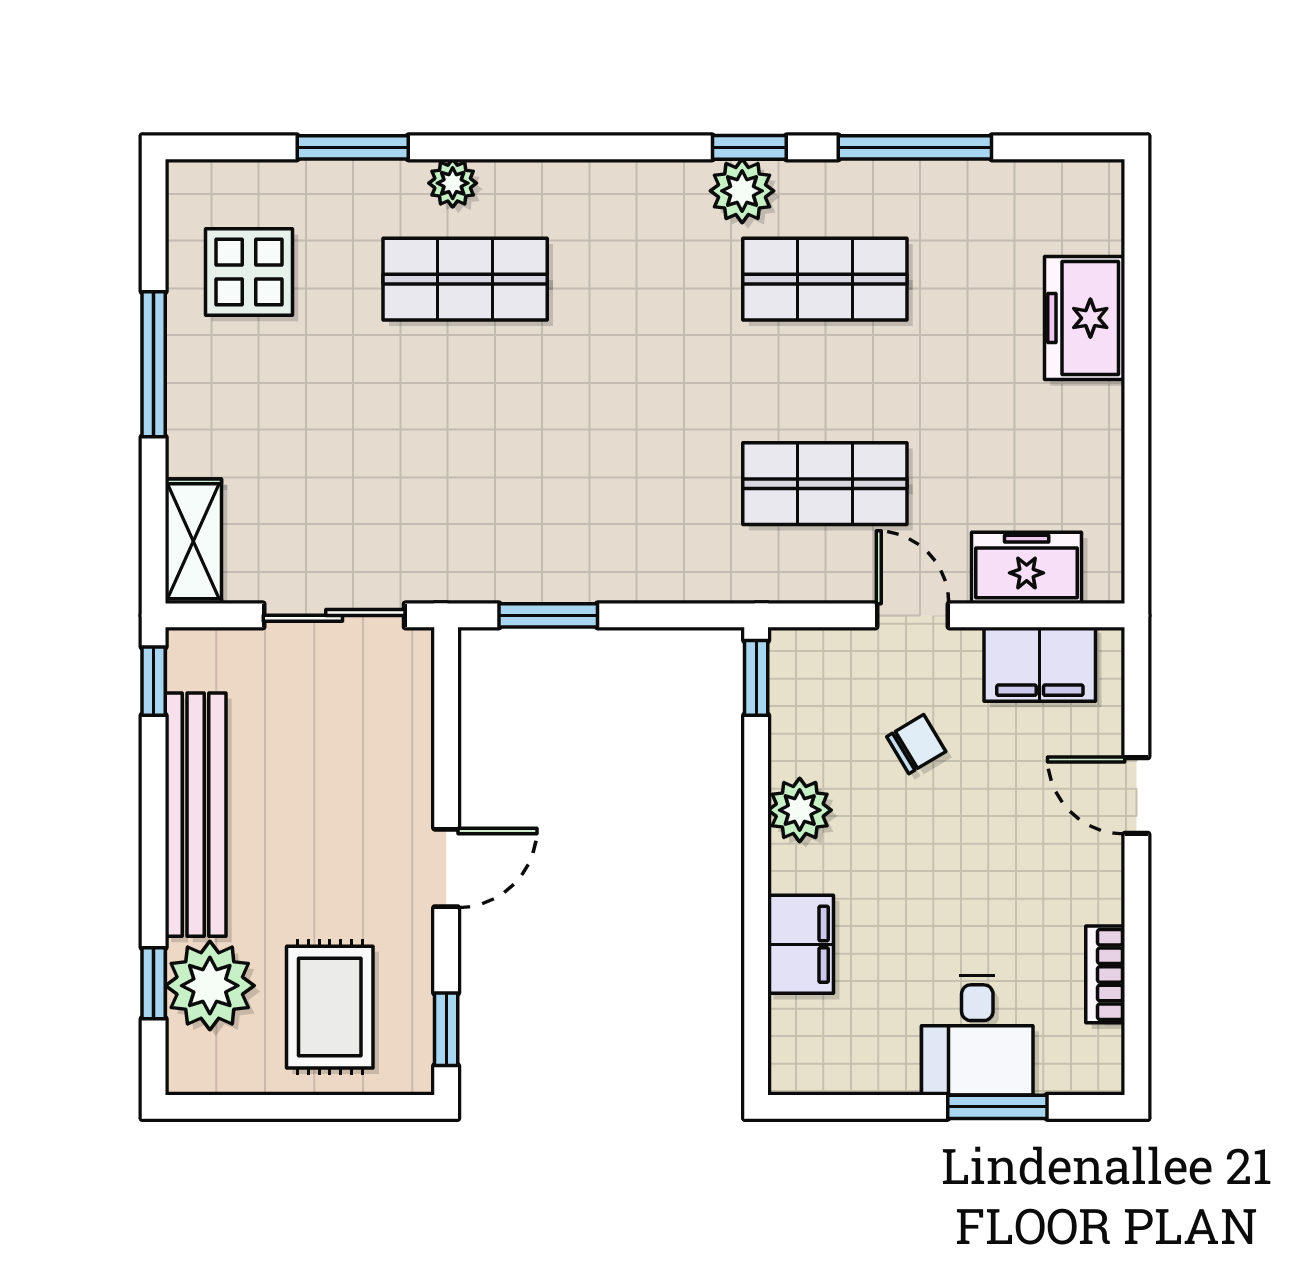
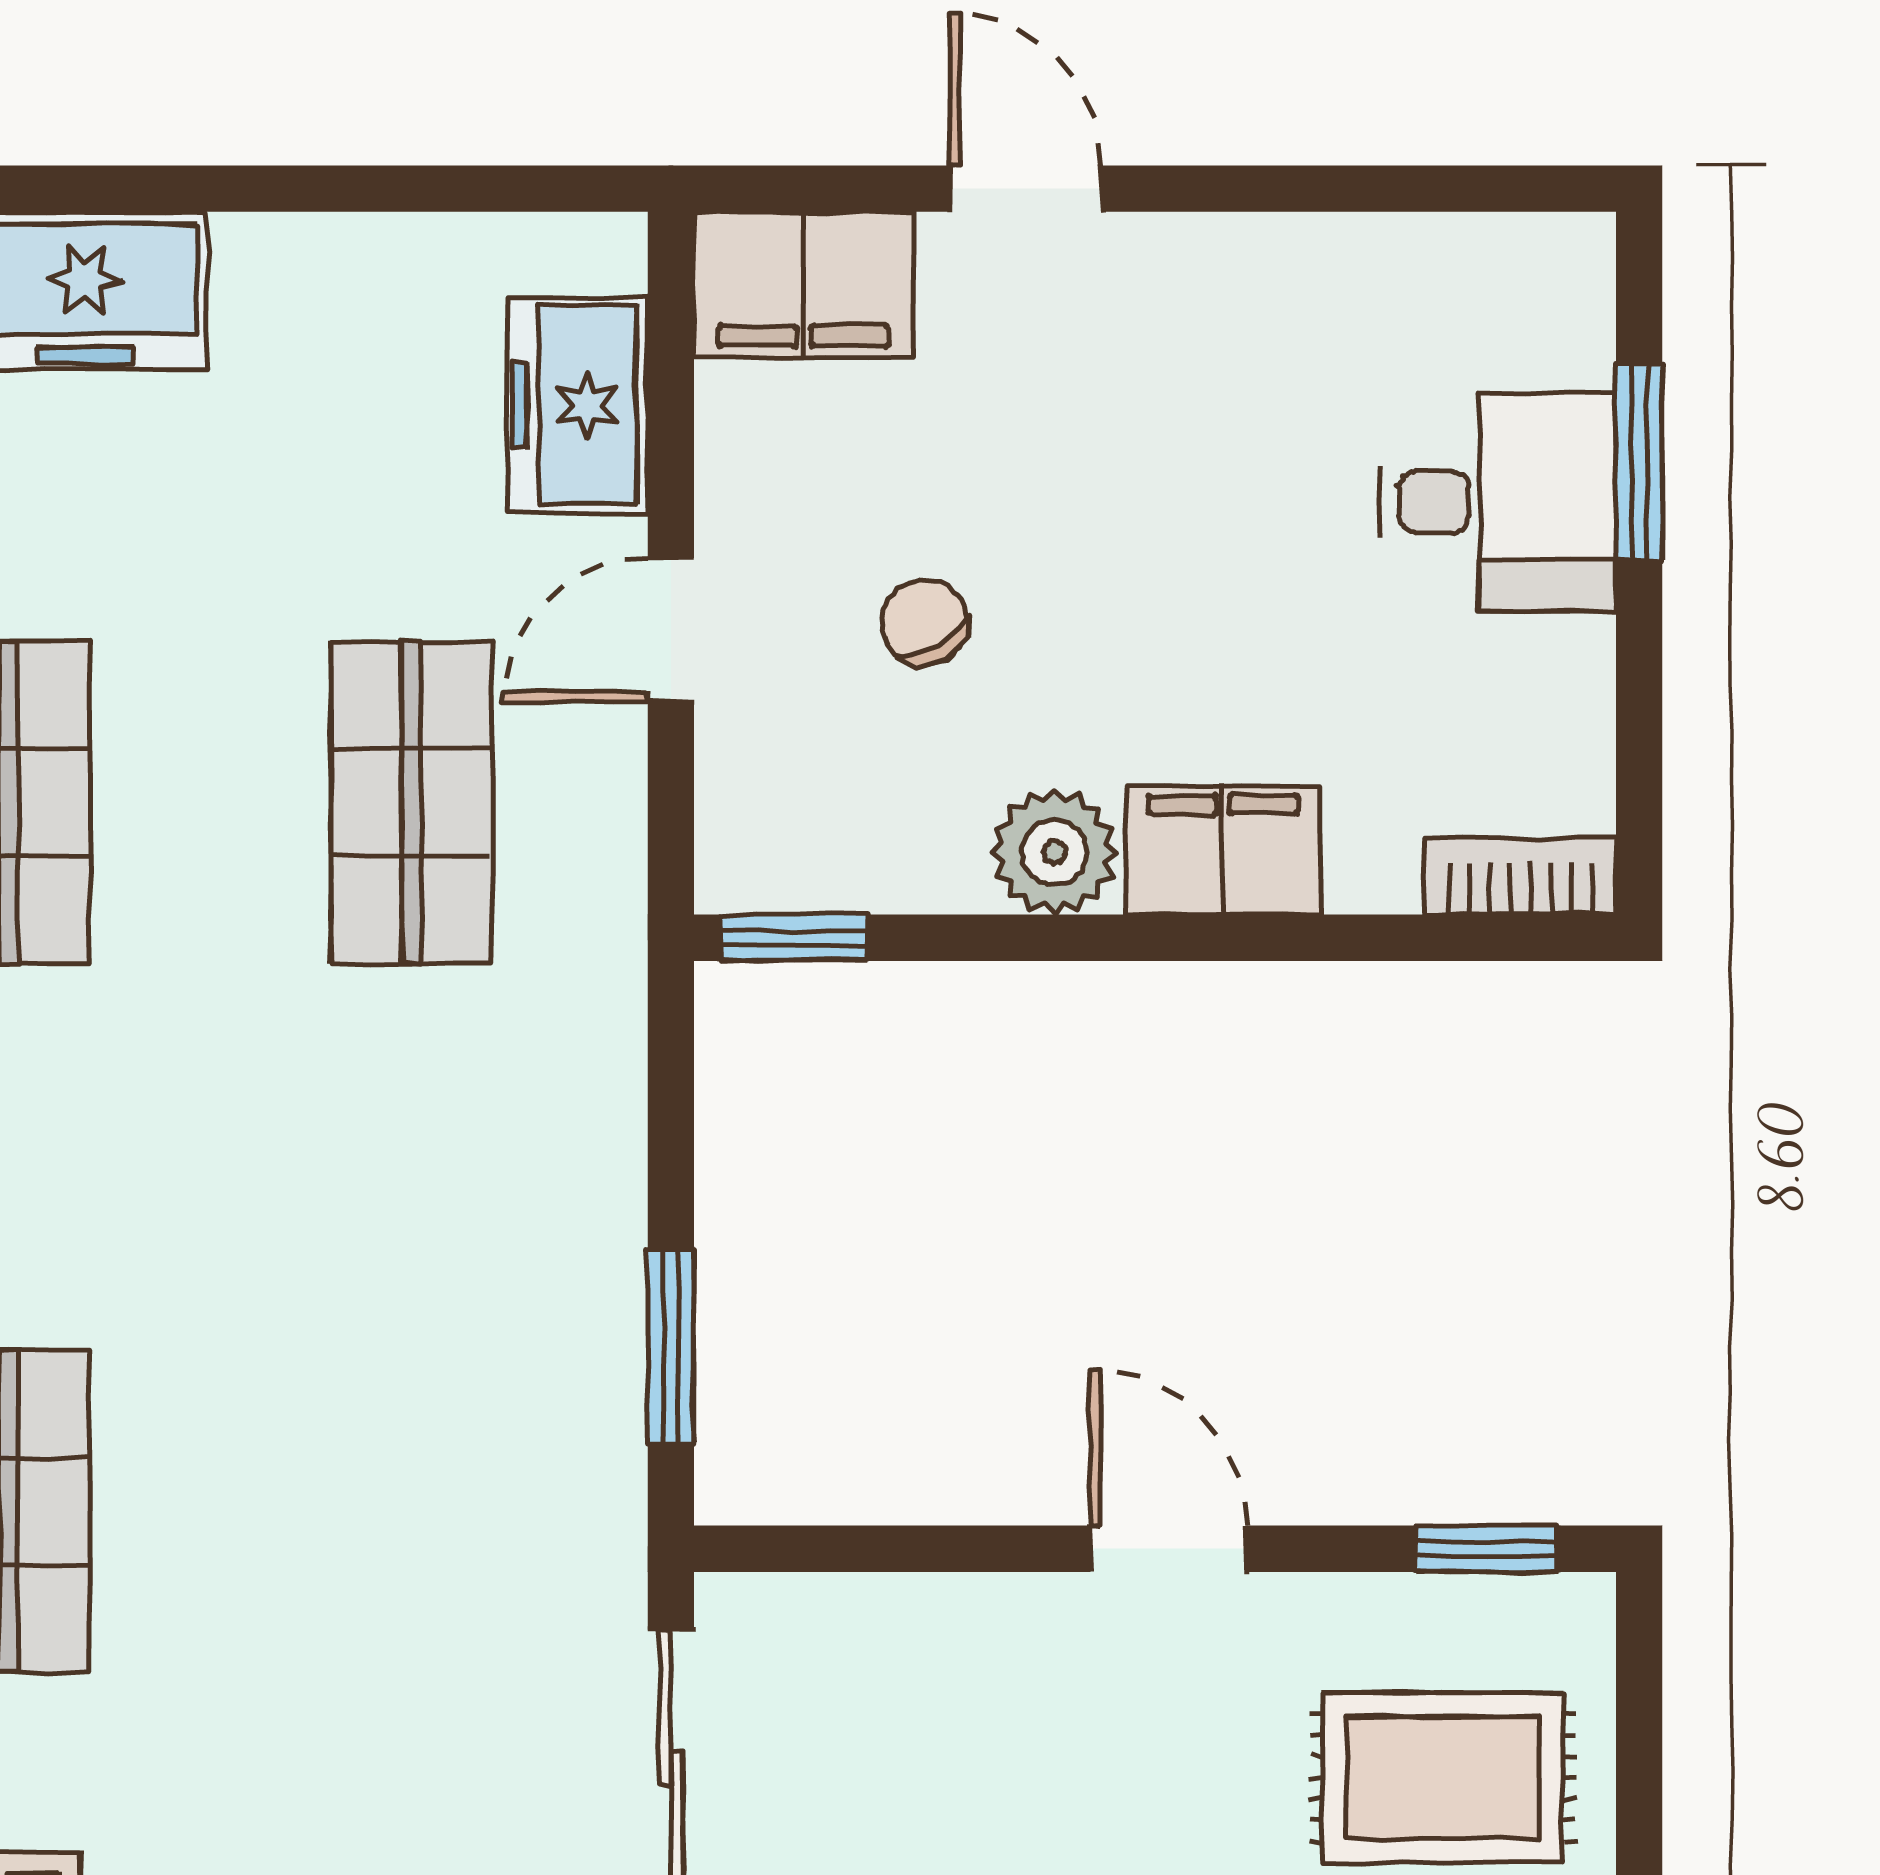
filing cabinet: (1040, 664) -> (804, 285), moved, turned 90
door: (1136, 795) -> (1026, 189), swing flipped
filing cabinet: (801, 944) -> (1223, 850), moved
bookcase: (1105, 974) -> (1521, 877), moved, turned 180

